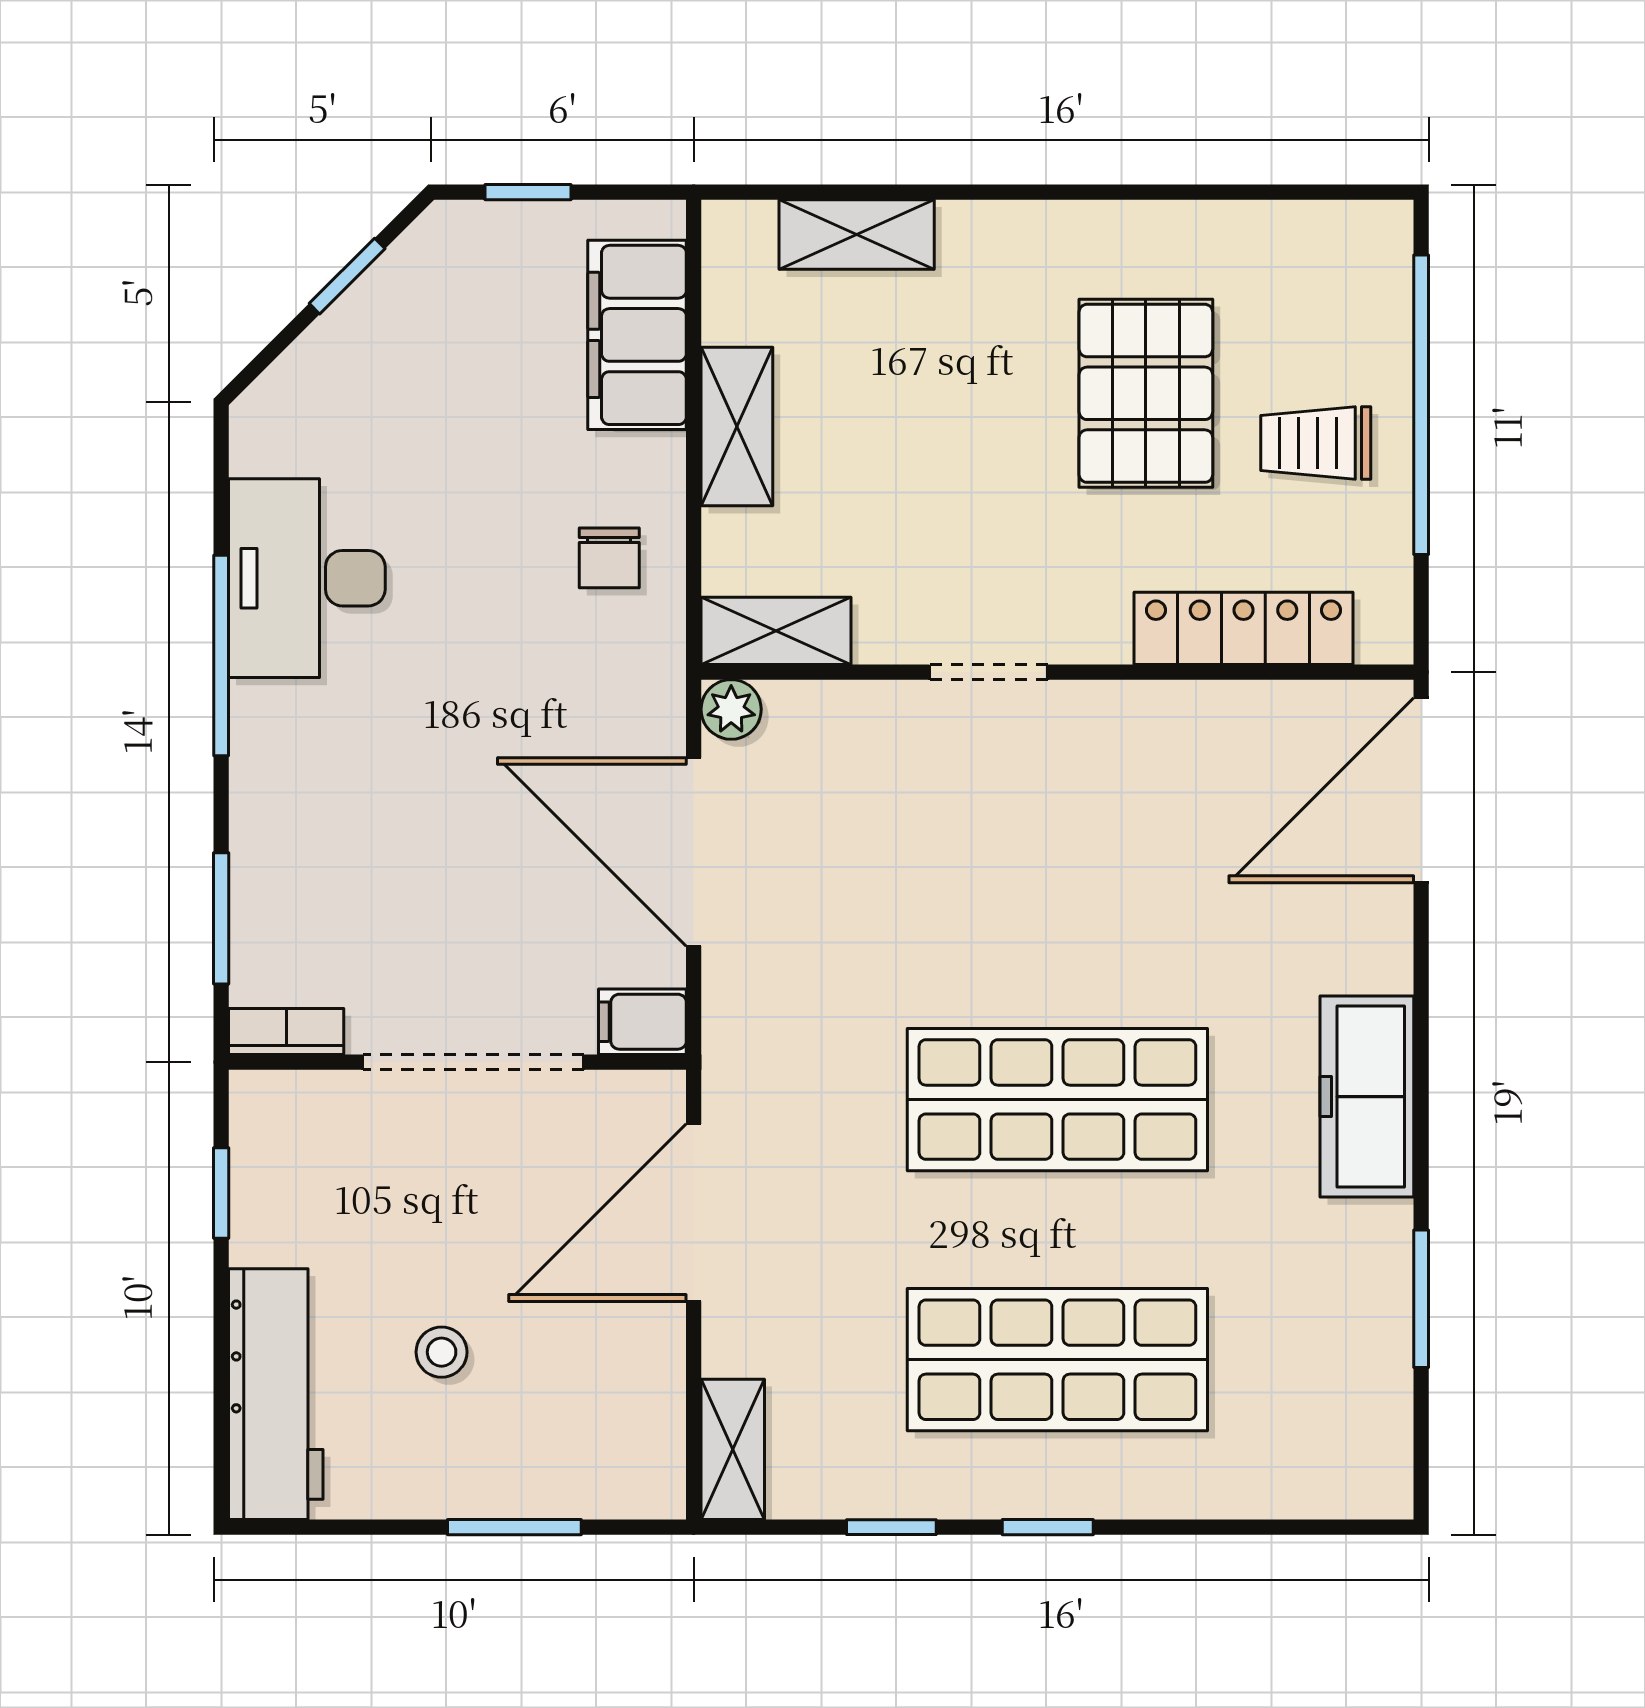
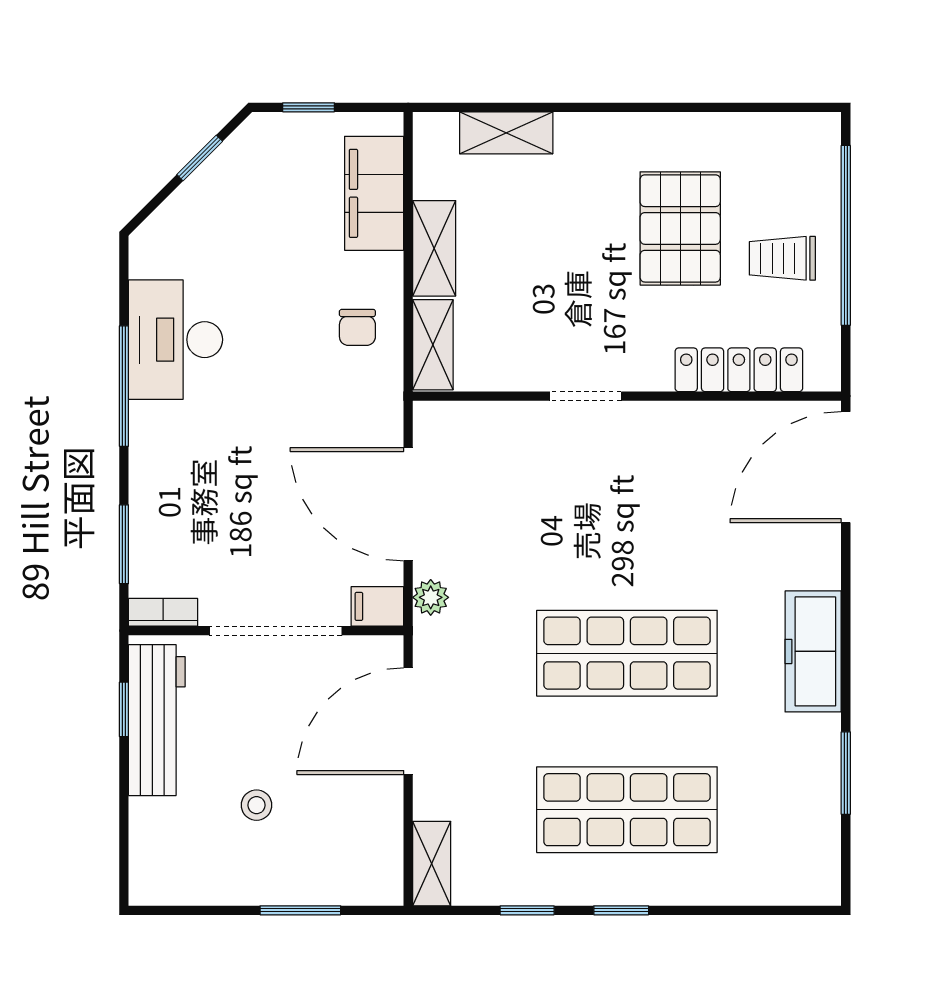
shelving: (776, 631) -> (433, 345), moved, turned 90
plant: (731, 709) -> (431, 597), moved
workbench: (276, 1394) -> (157, 720), moved

